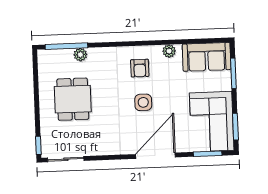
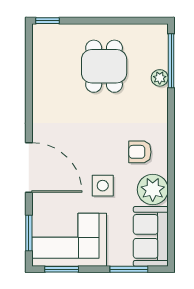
plant: (169, 51) -> (153, 190), width x1.88, depth x1.88
dining table: (73, 99) -> (104, 66), turned 90
side table: (143, 102) -> (103, 186), moved
sliding door: (66, 159) -> (29, 55), removed

